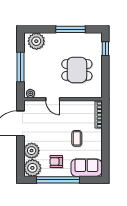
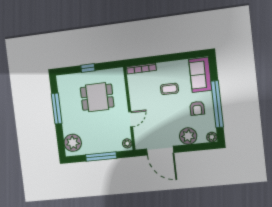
window: (105, 49) -> (88, 68), moved
dining table: (77, 70) -> (97, 97), turned 90
plant: (32, 168) -> (212, 137), width x0.53, depth x0.53

